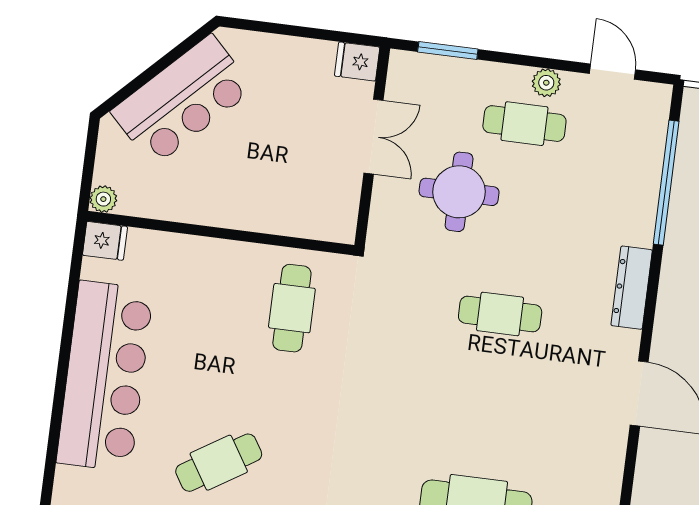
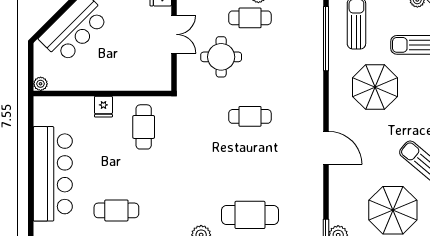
fridge: (105, 241) -> (103, 107), moved, turned 90
dresser: (632, 288) -> (315, 94), removed
cafe table: (219, 463) -> (116, 210), turned 32

